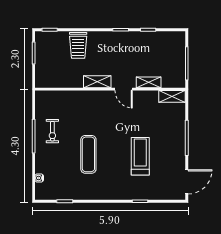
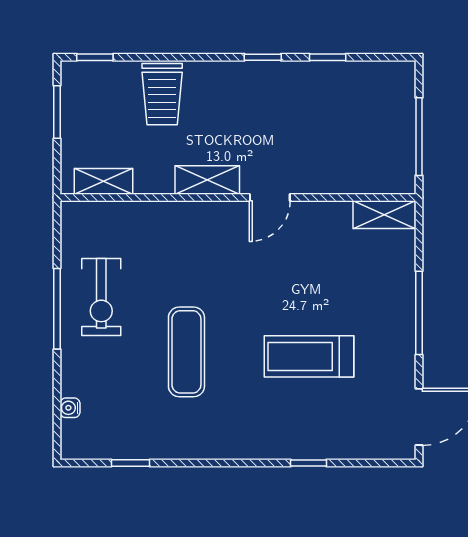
shelving: (149, 82) -> (103, 181), moved
door: (124, 89) -> (270, 198), hinge flipped
exercise bike: (52, 131) -> (101, 297), width x1.38, depth x1.39
treadmill: (140, 156) -> (309, 356), turned -90

